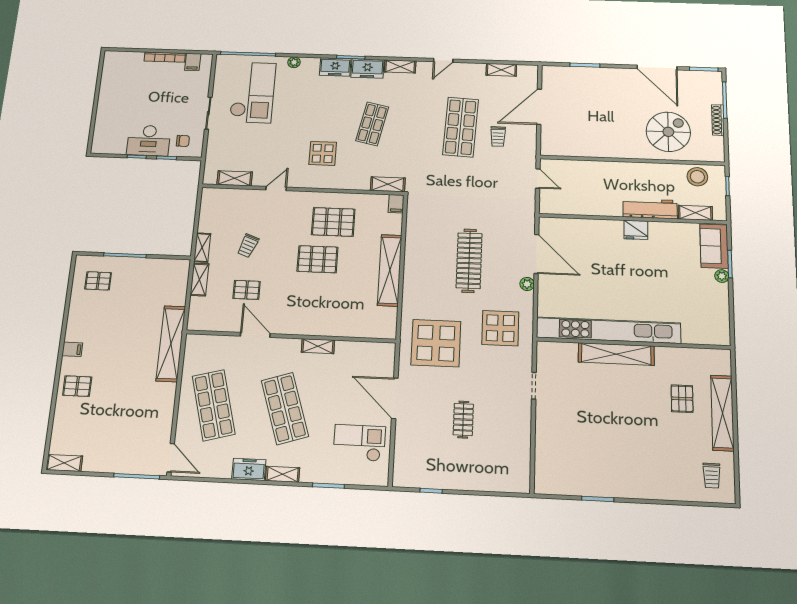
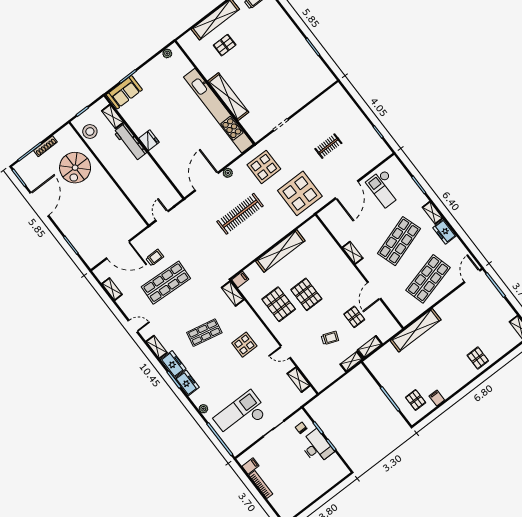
spiral stairs: (668, 132) -> (75, 168), turned -90
plant: (722, 276) -> (167, 53), moved
filing cabinet: (72, 349) -> (437, 398), moved

